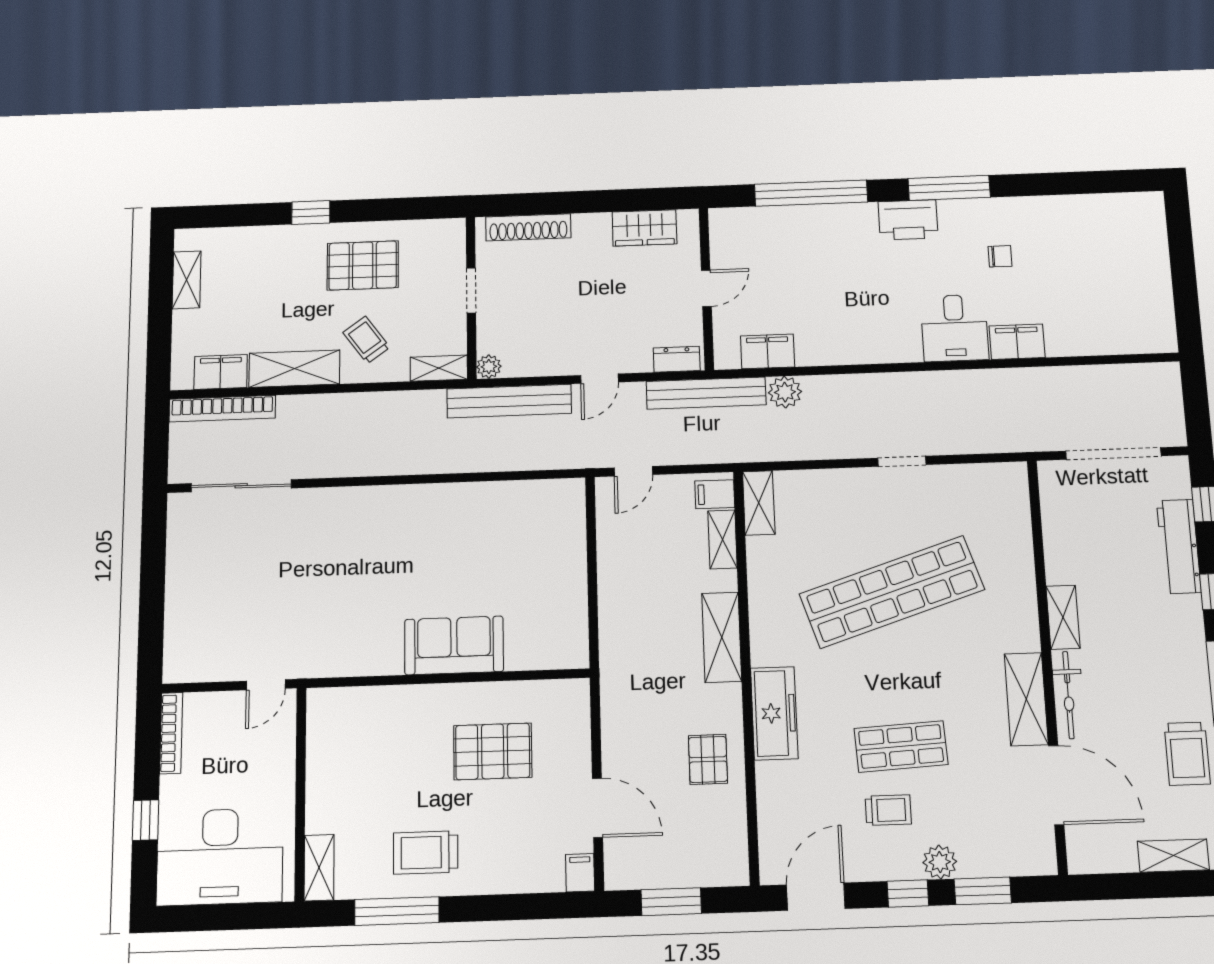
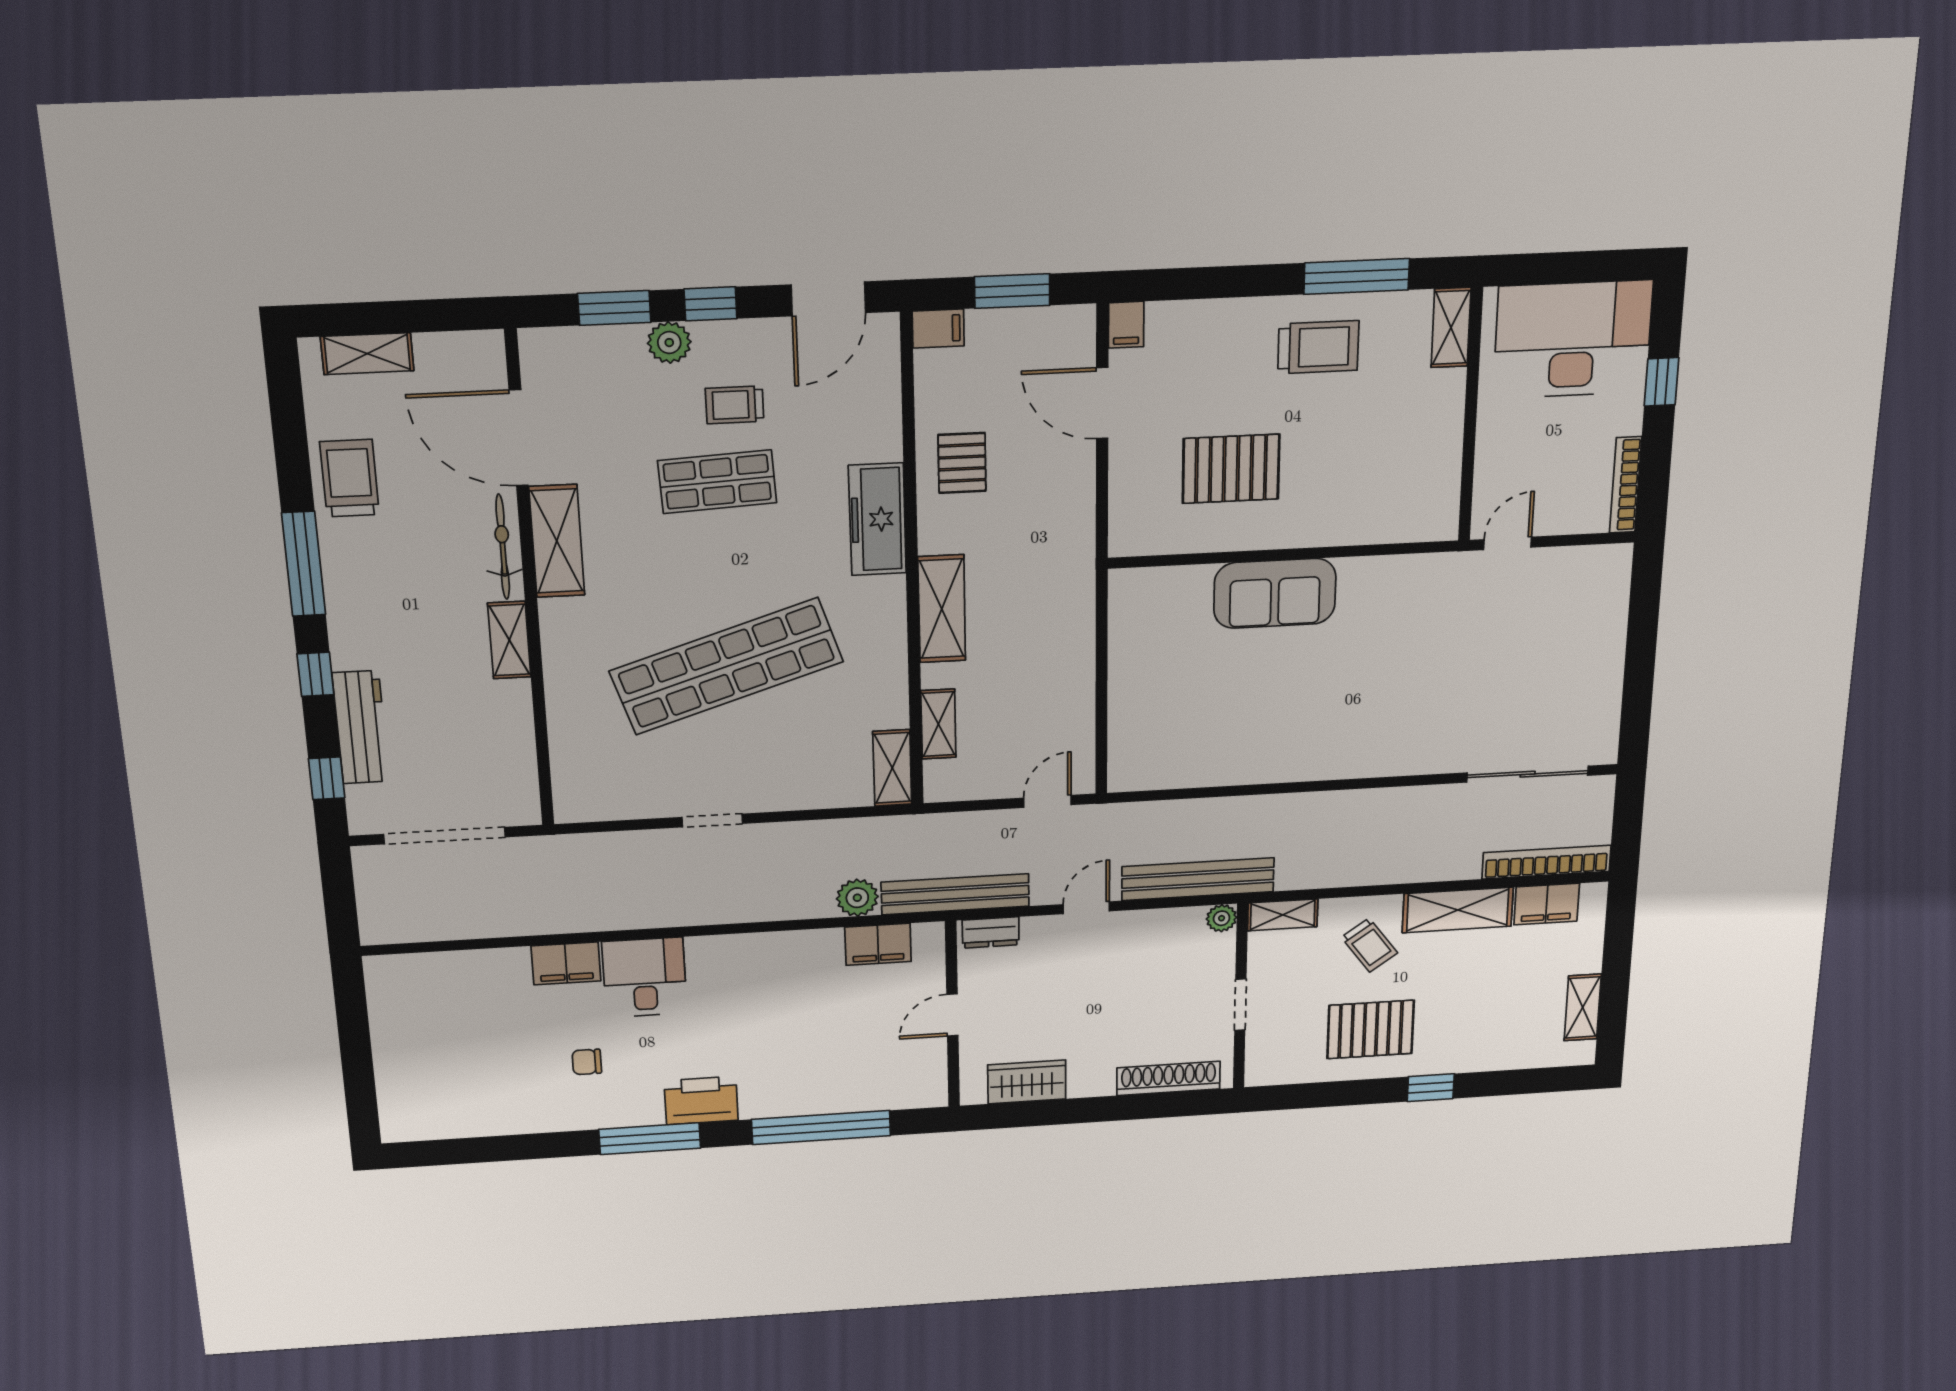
filing cabinet: (715, 494) -> (938, 329), moved

